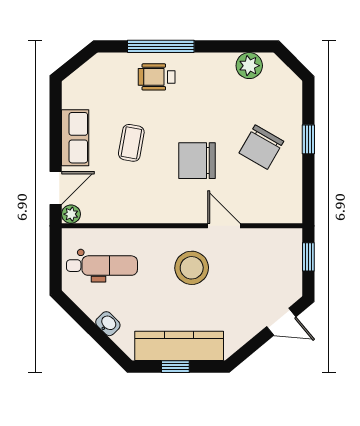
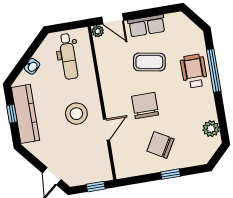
wheelchair: (157, 77) -> (194, 71), width x1.36, depth x1.37
coffee table: (131, 143) -> (149, 62), width x1.36, depth x1.30

